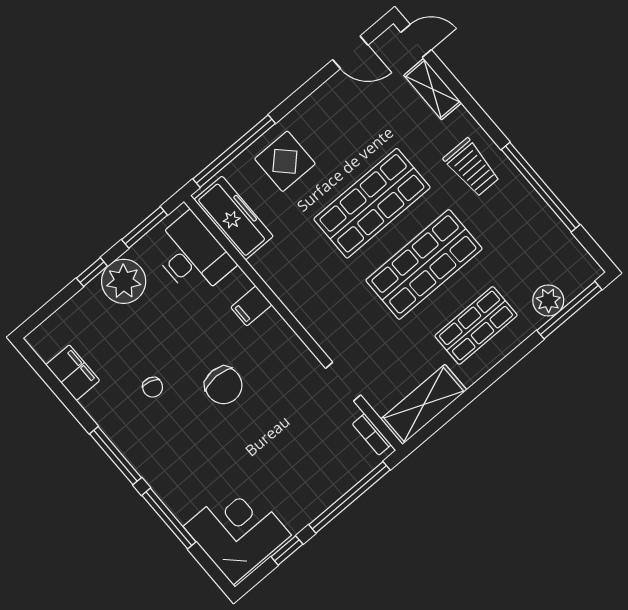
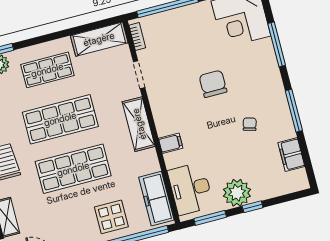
shelving: (310, 311) -> (139, 124), added
chair: (224, 385) -> (213, 84), moved
window: (115, 456) -> (294, 111), moved

